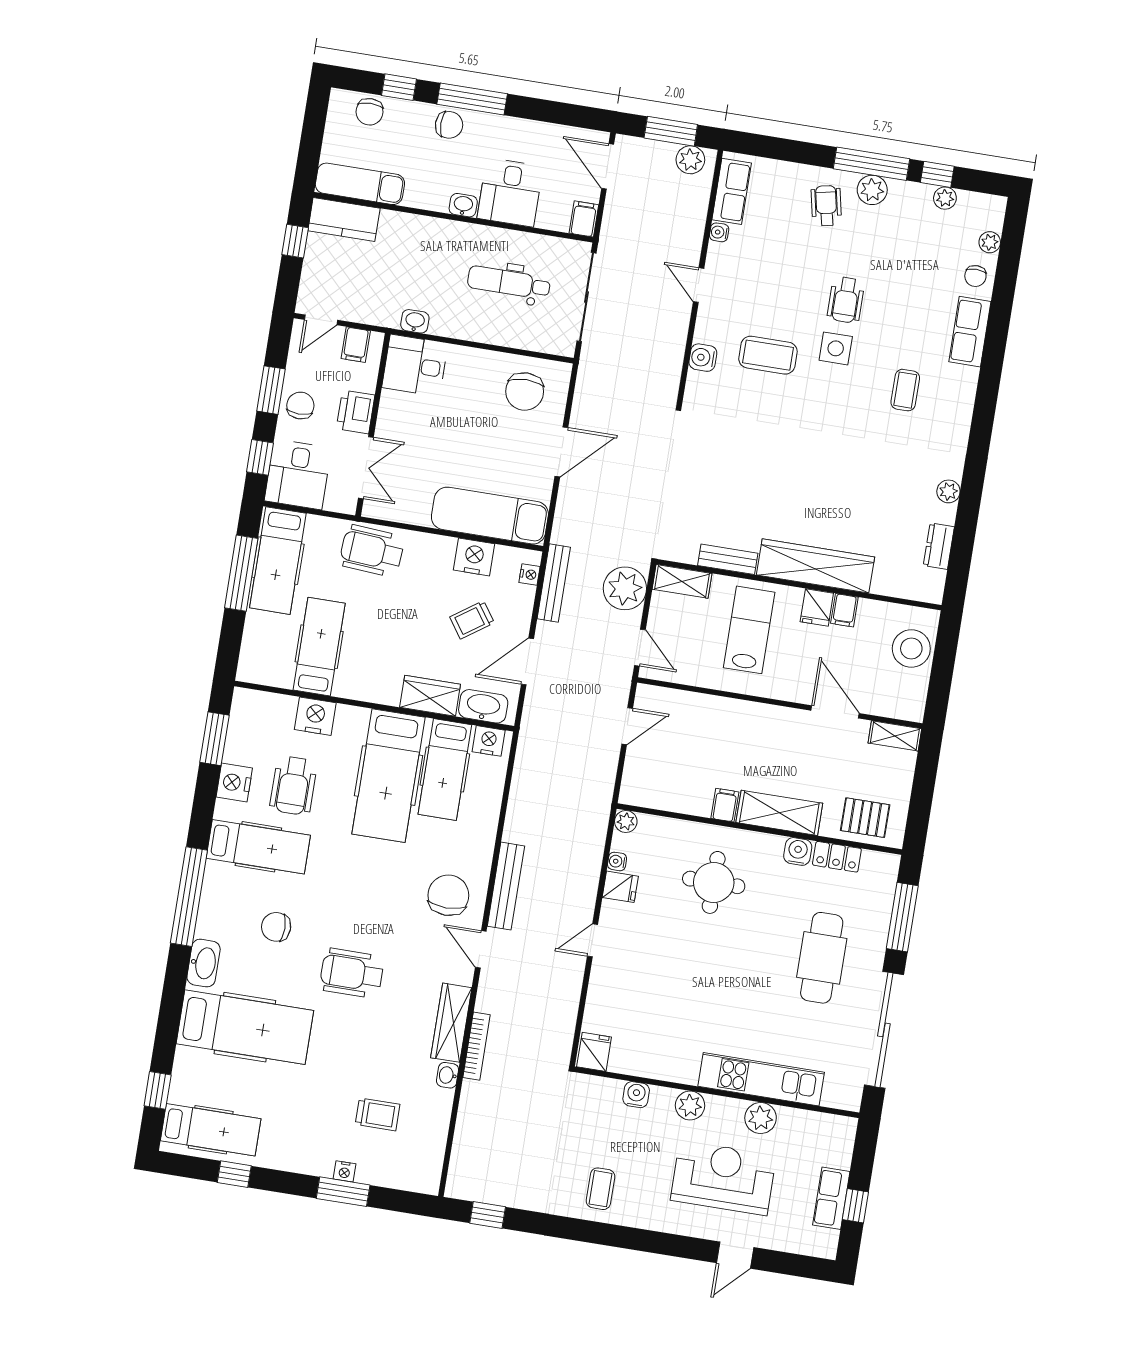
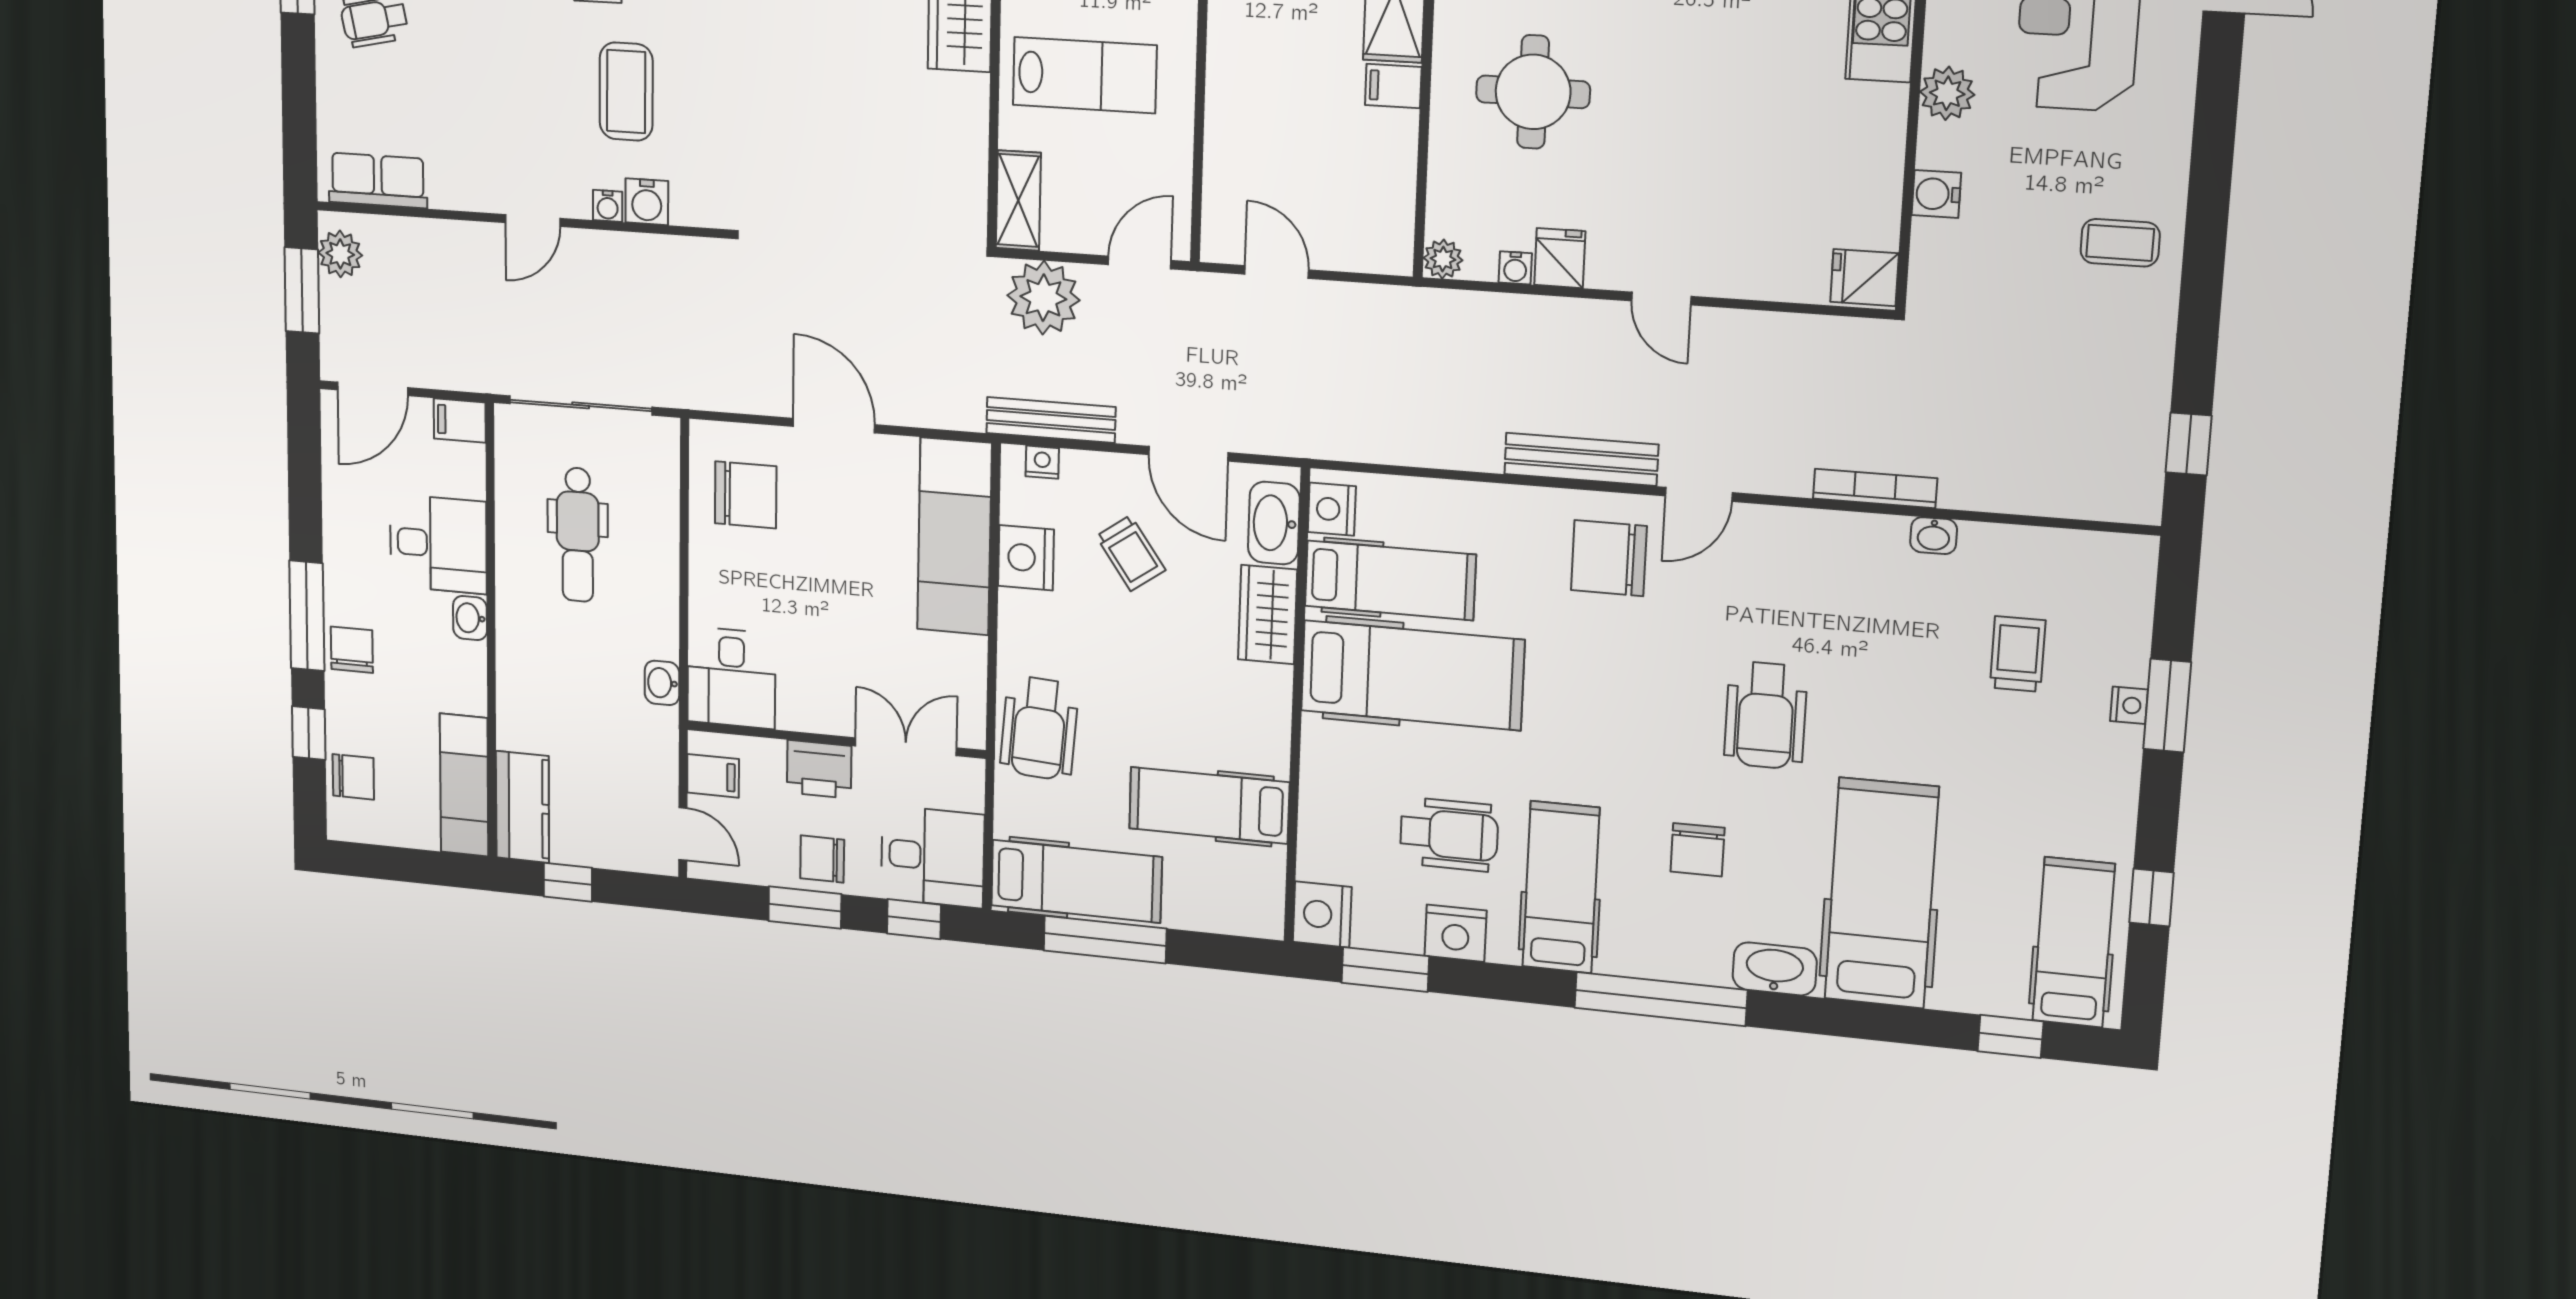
water cooler: (719, 232) -> (608, 206), moved
bench: (728, 559) -> (971, 125), removed
lab bench: (749, 630) -> (1085, 75), turned 180
nightstand: (315, 716) -> (1322, 914), moved
wardrobe: (451, 1023) -> (1837, 536), removed

